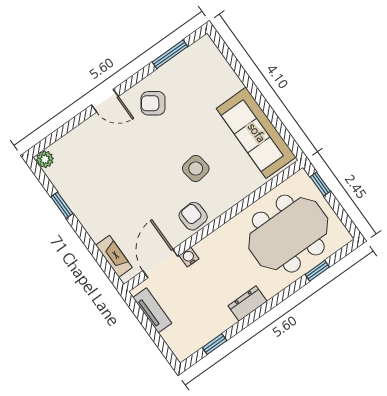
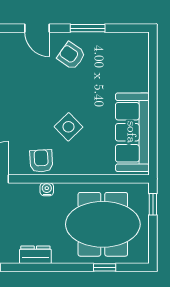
window: (170, 54) -> (88, 28), moved
side table: (196, 169) -> (68, 127), turned -35
water cooler: (189, 257) -> (47, 189), moved

